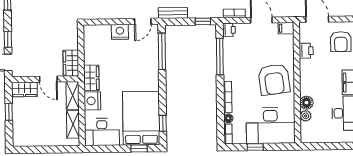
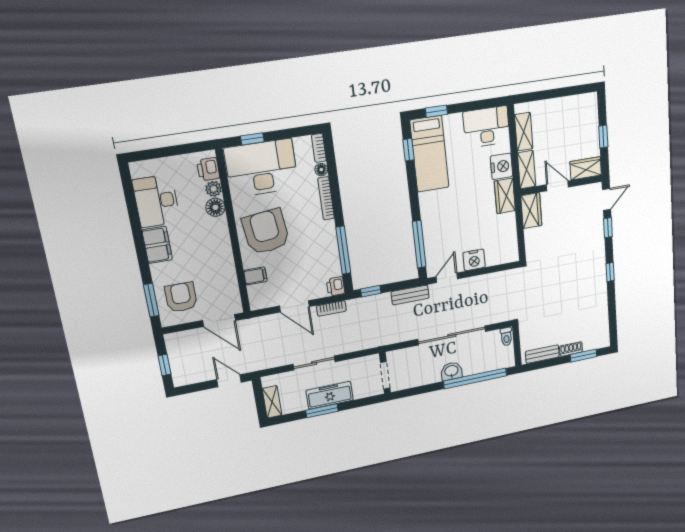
filing cabinet: (286, 28) -> (255, 276), moved
printer: (306, 51) -> (208, 169), moved
bed: (141, 118) -> (429, 154), width x0.67
window: (255, 147) -> (252, 139), moved

